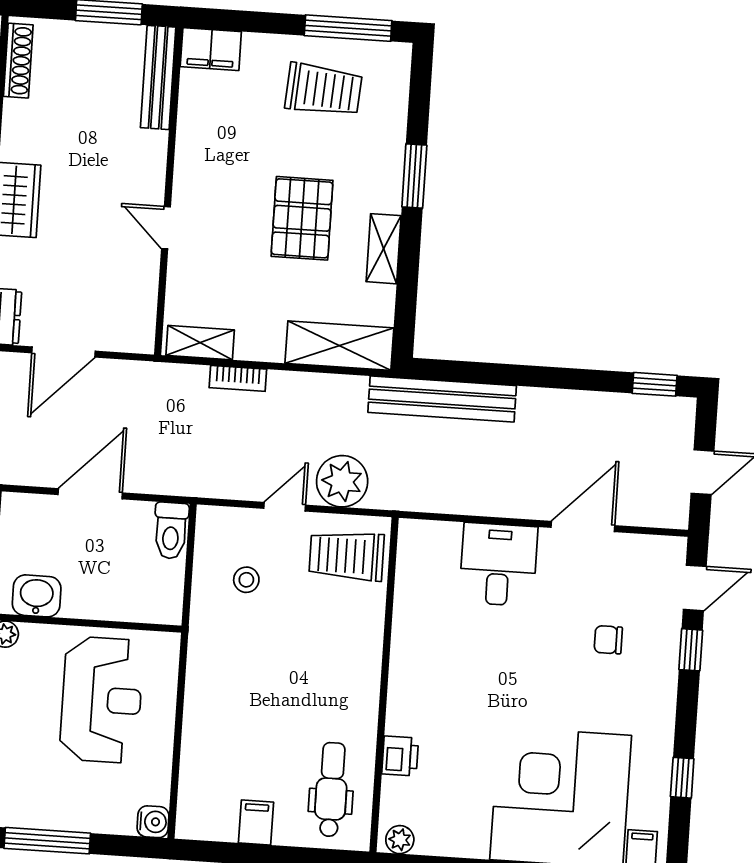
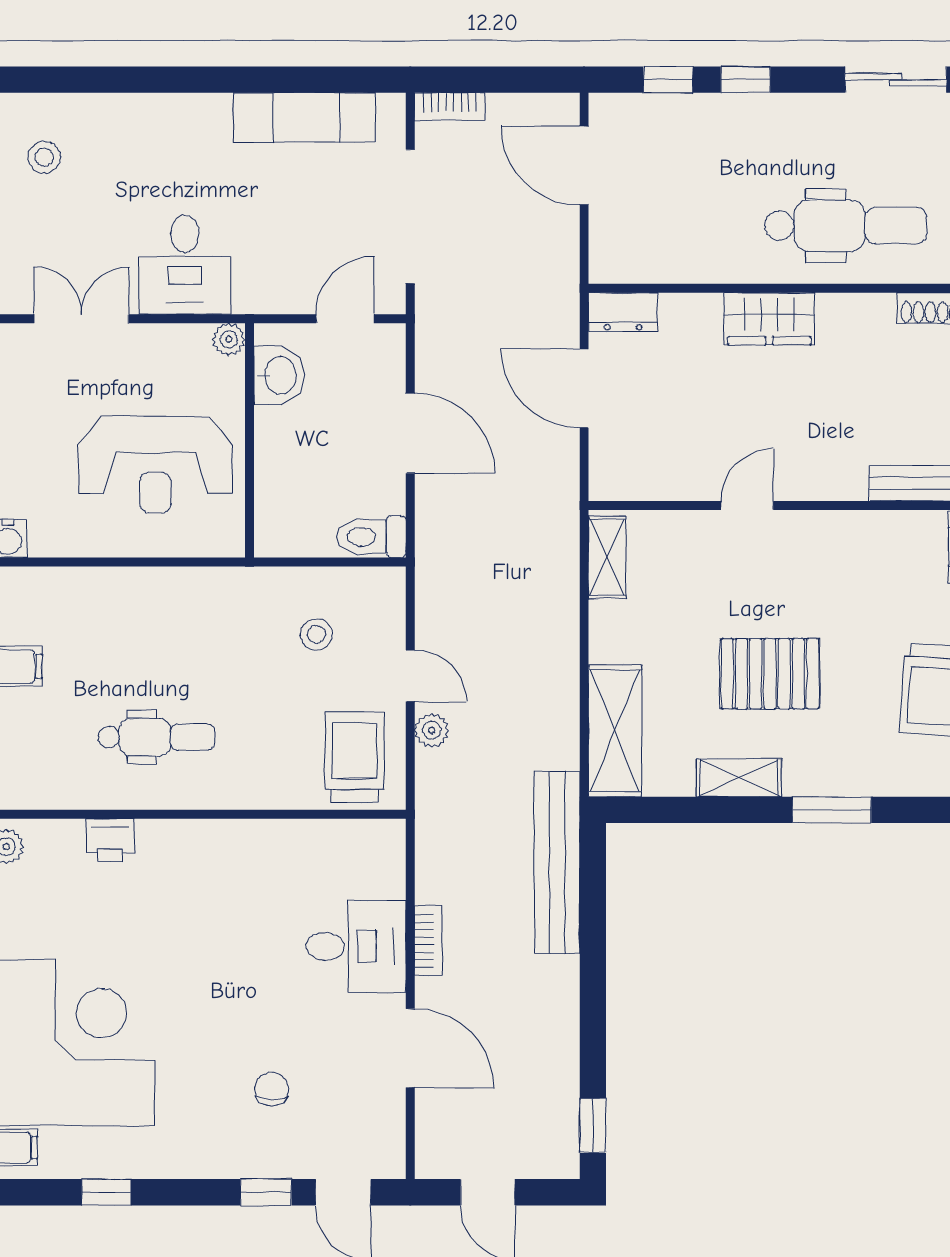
bookcase: (238, 378) -> (429, 941), moved, turned 180
plant: (342, 481) -> (432, 730), width x0.53, depth x0.53
dental chair: (331, 790) -> (156, 737), moved

